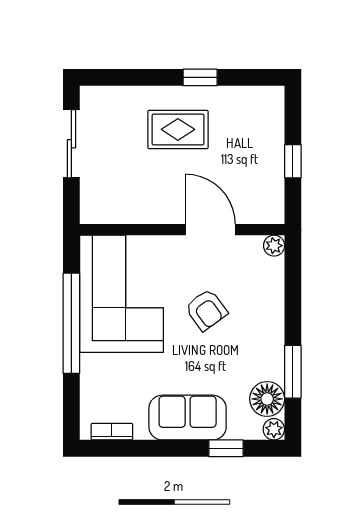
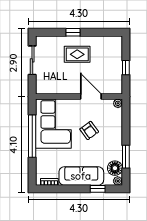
window: (200, 77) -> (73, 32), moved
sofa: (188, 418) -> (81, 176), width x1.36

